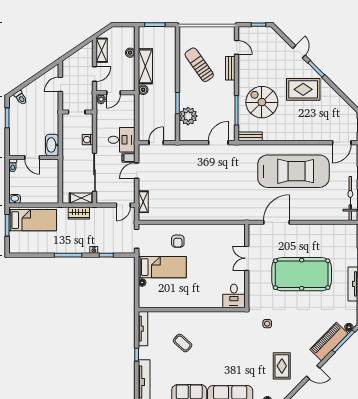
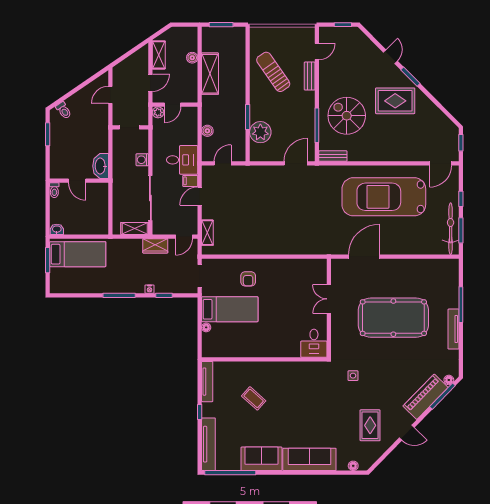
door: (237, 47) -> (317, 51), hinge flipped
boiler: (143, 90) -> (207, 131), moved
car: (293, 171) -> (384, 197), turned 180
wardrobe: (79, 213) -> (155, 246), moved

